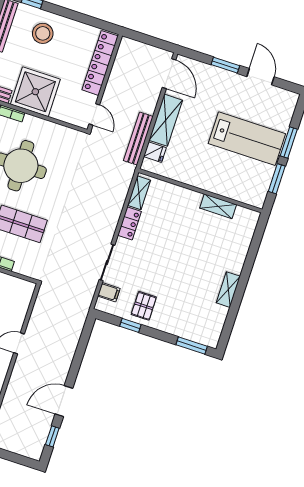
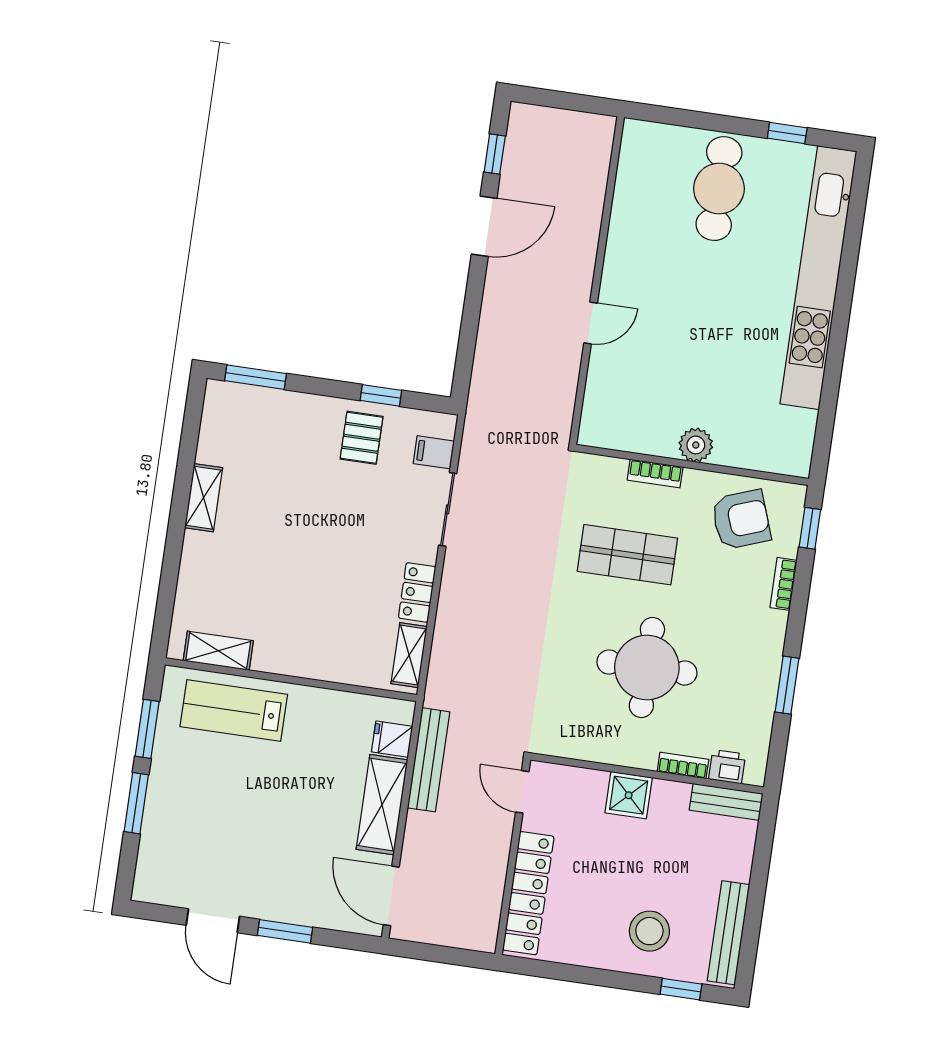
shower: (35, 92) -> (629, 795), width x0.54, depth x0.54
lab bench: (247, 139) -> (234, 710), moved, width x0.73, depth x0.72
shelving: (218, 206) -> (218, 651), moved

